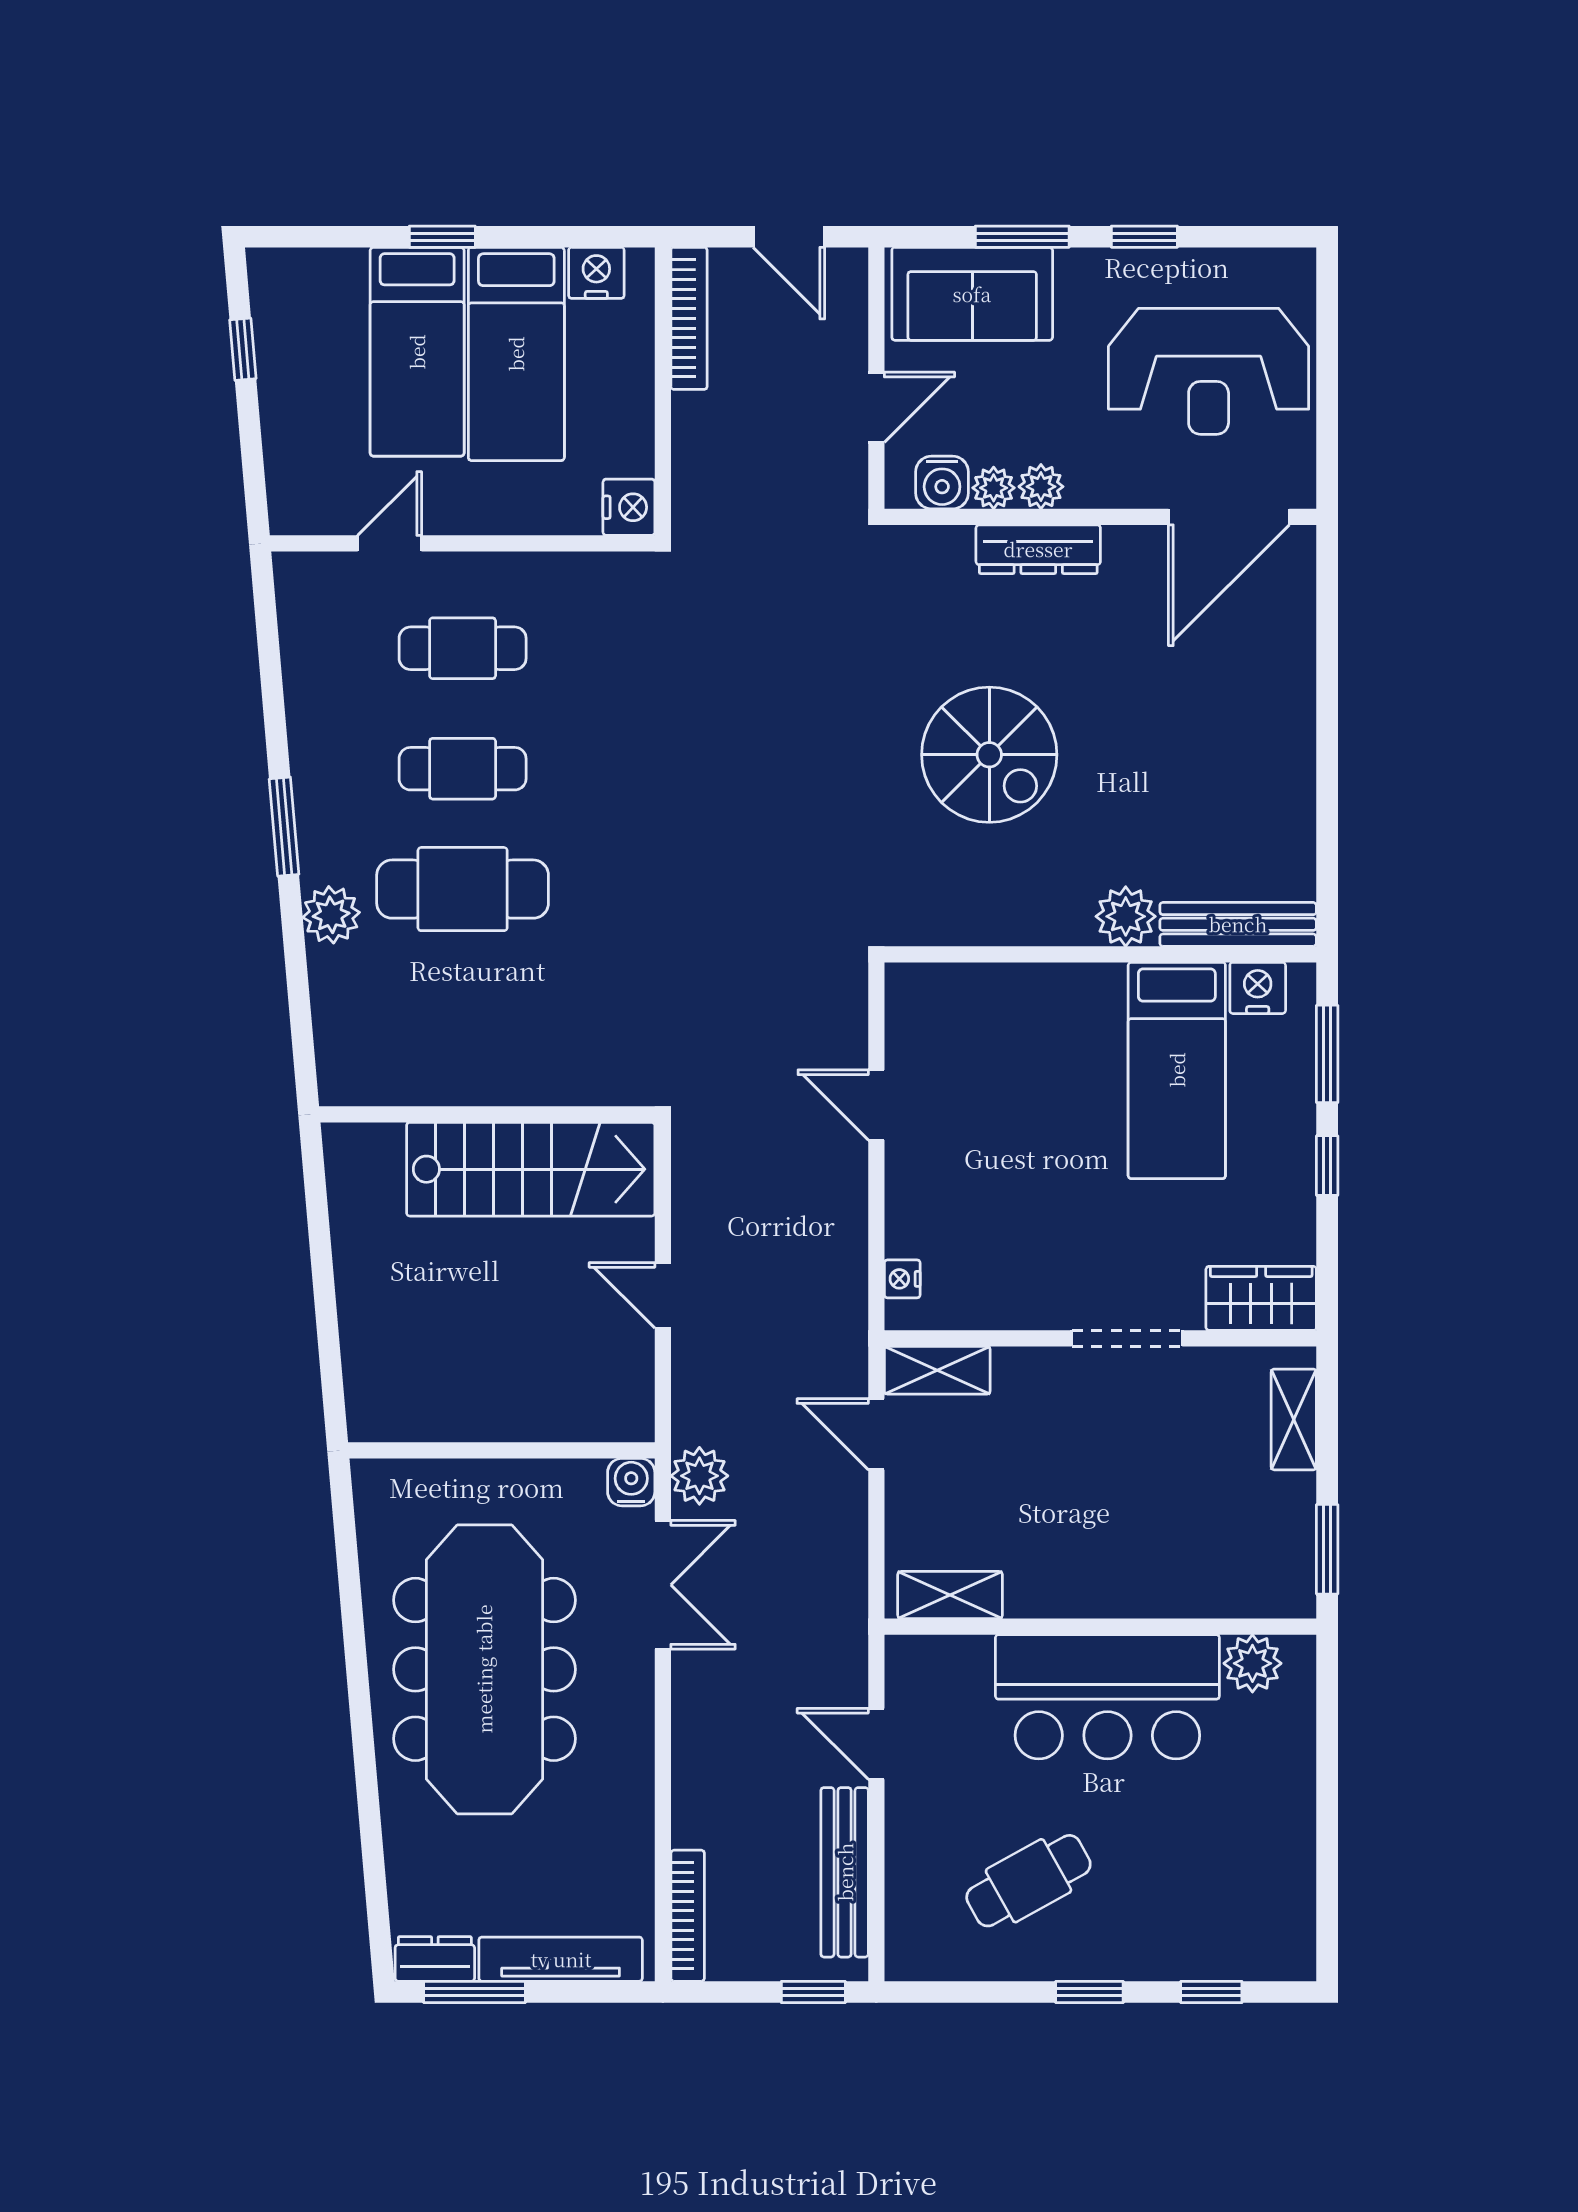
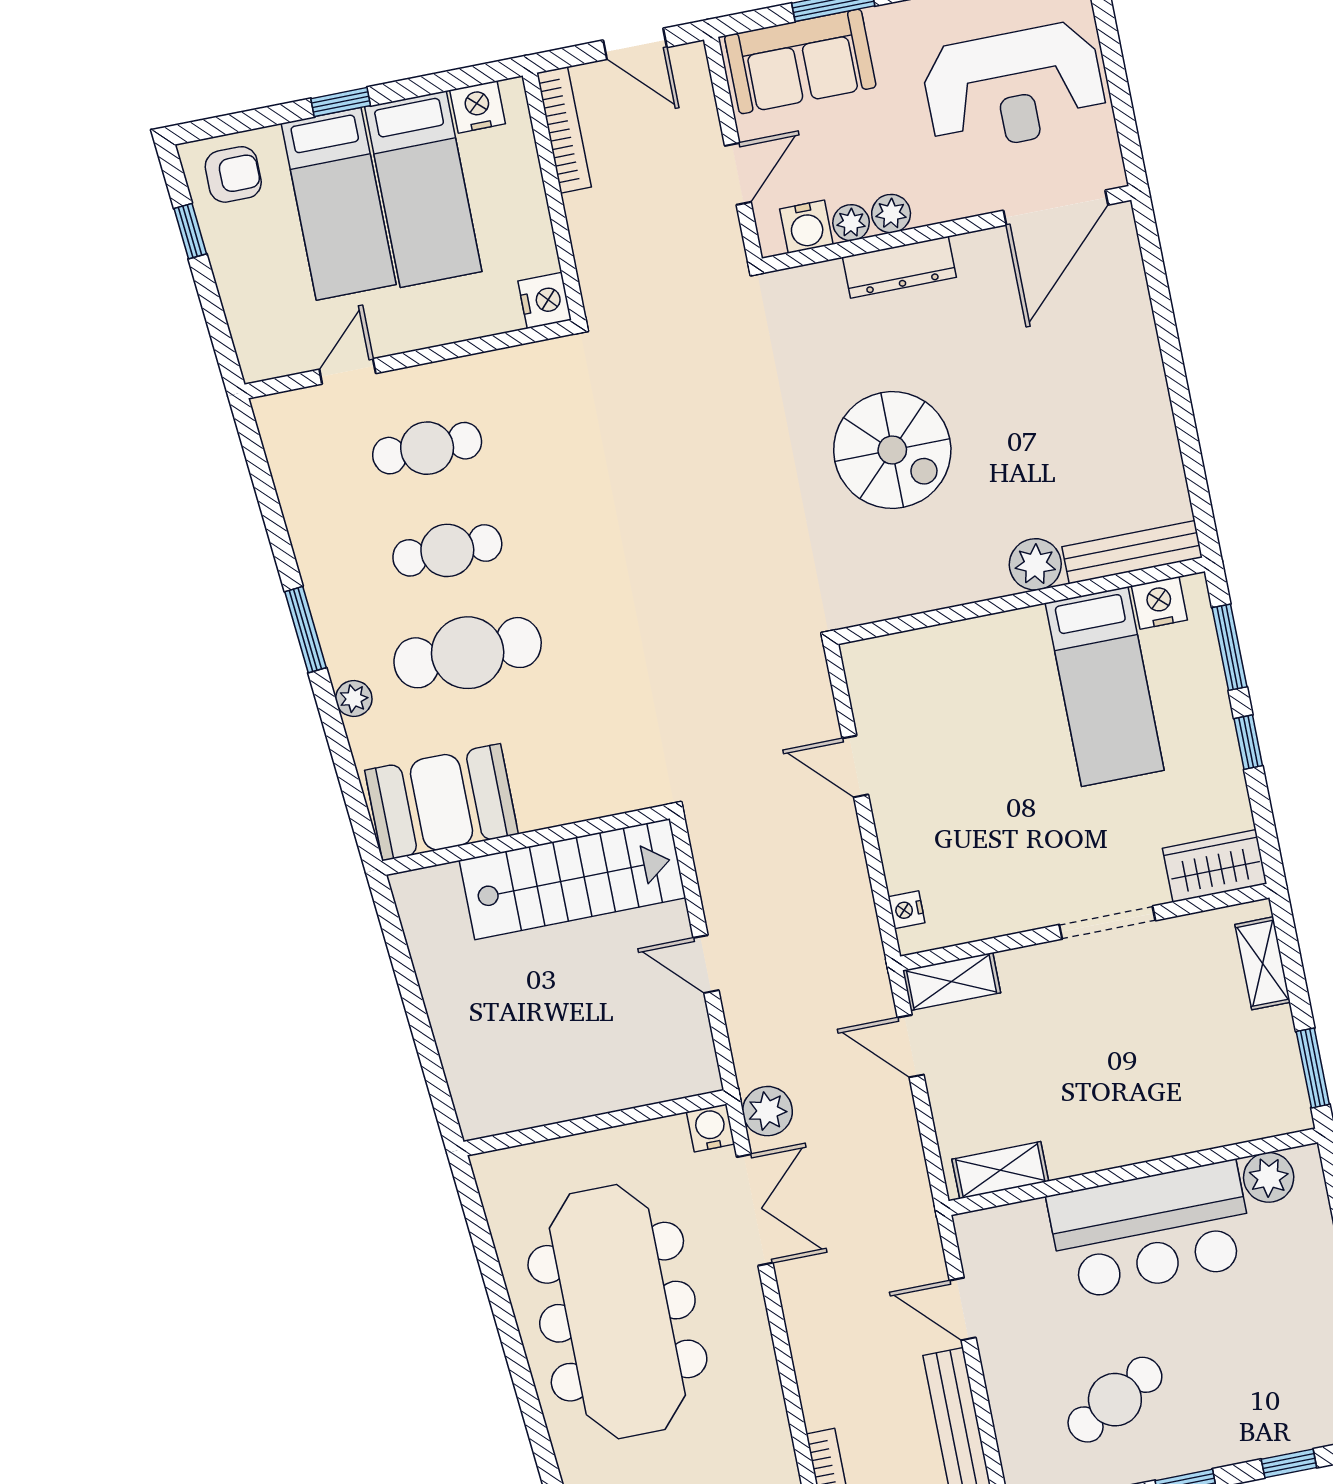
armchair: (304, 295) -> (233, 174), added
plant: (331, 915) -> (354, 698), width x0.73, depth x0.73
booth: (399, 1053) -> (442, 802), added

